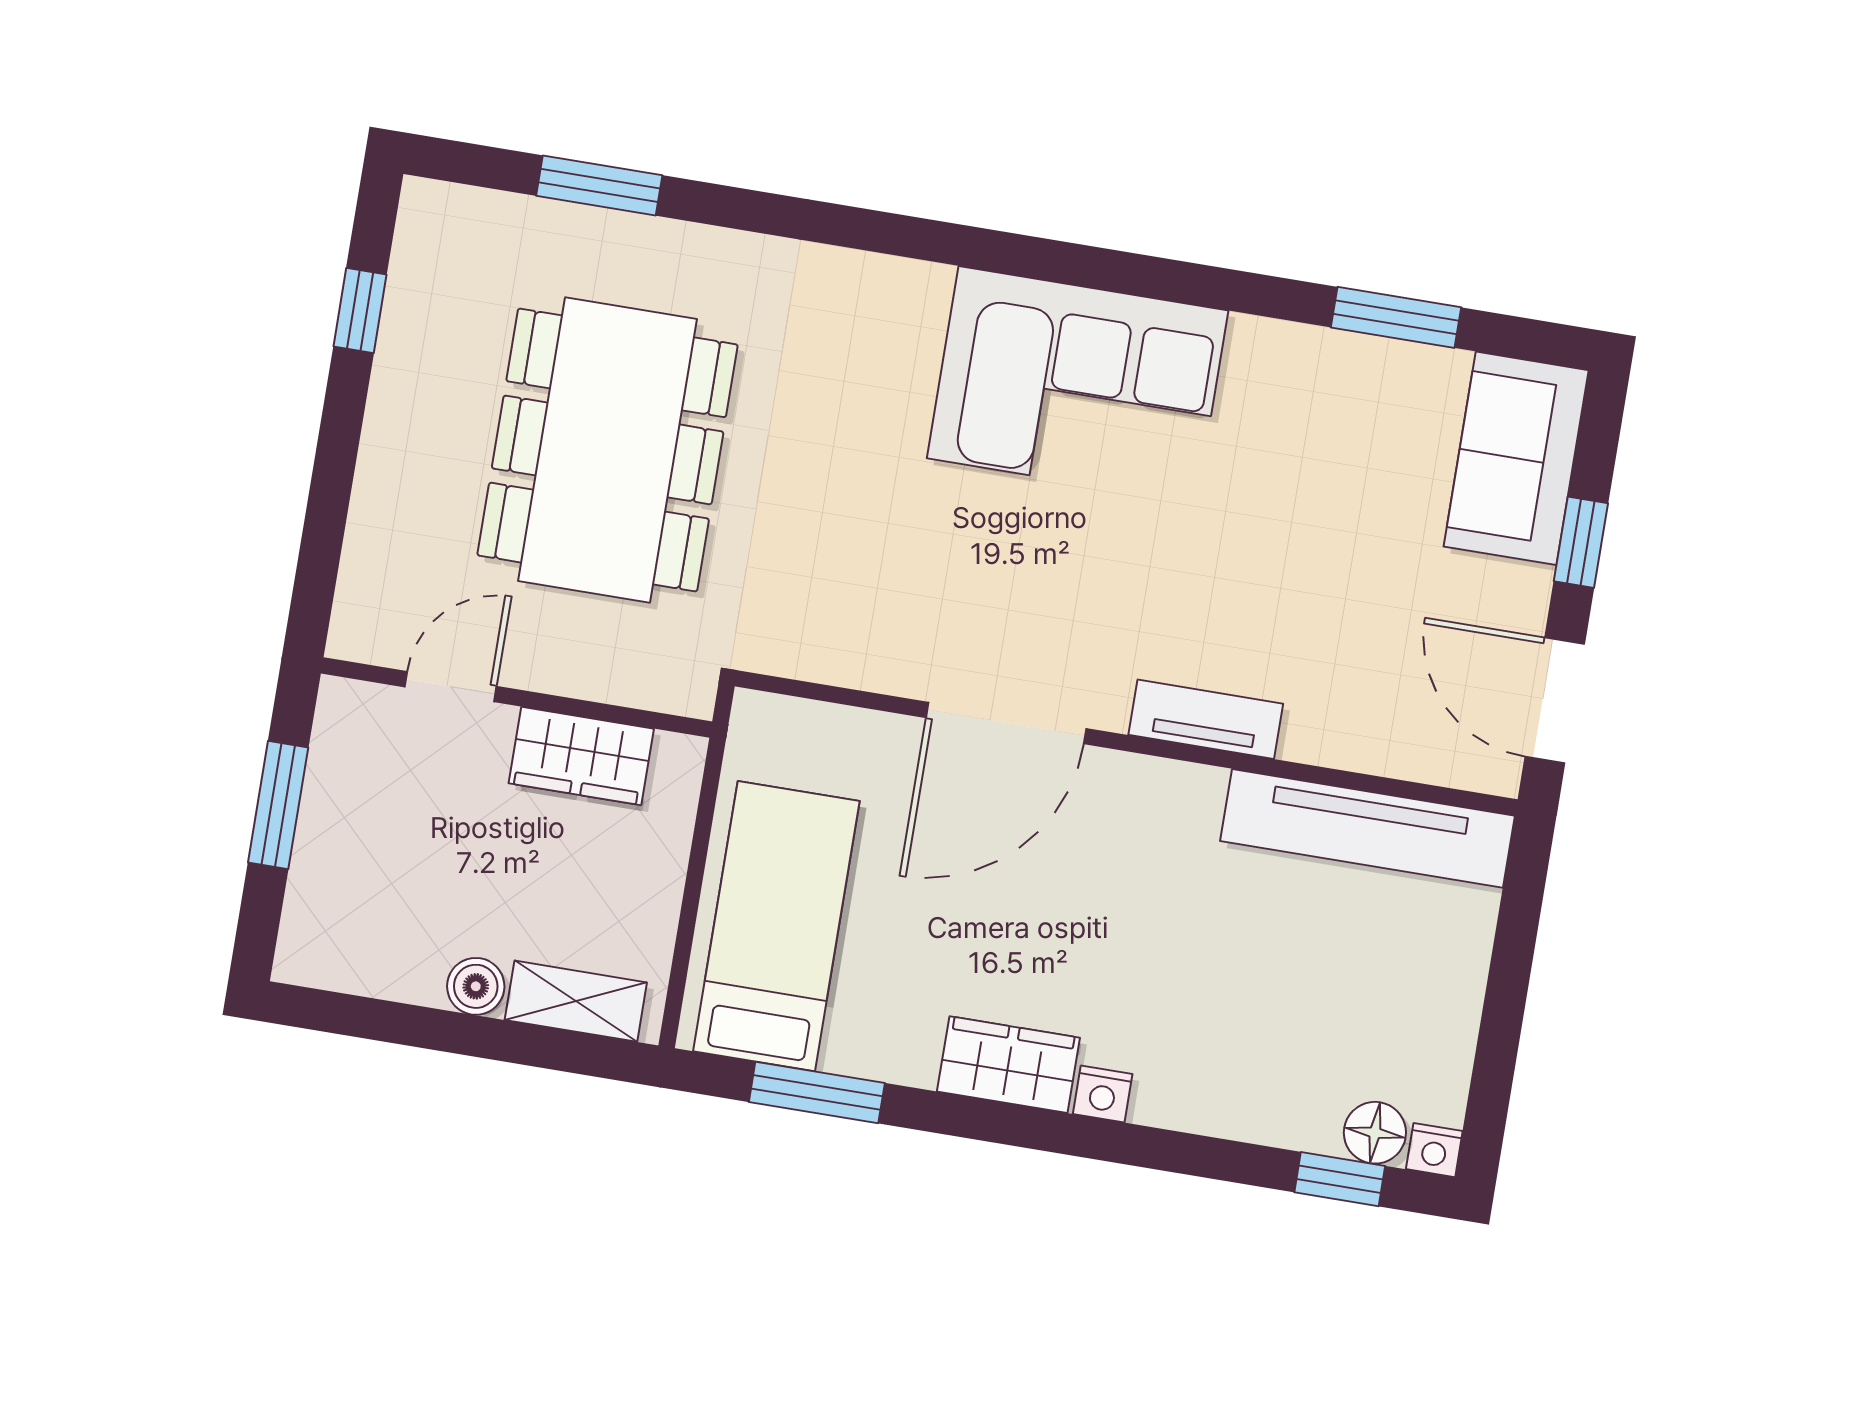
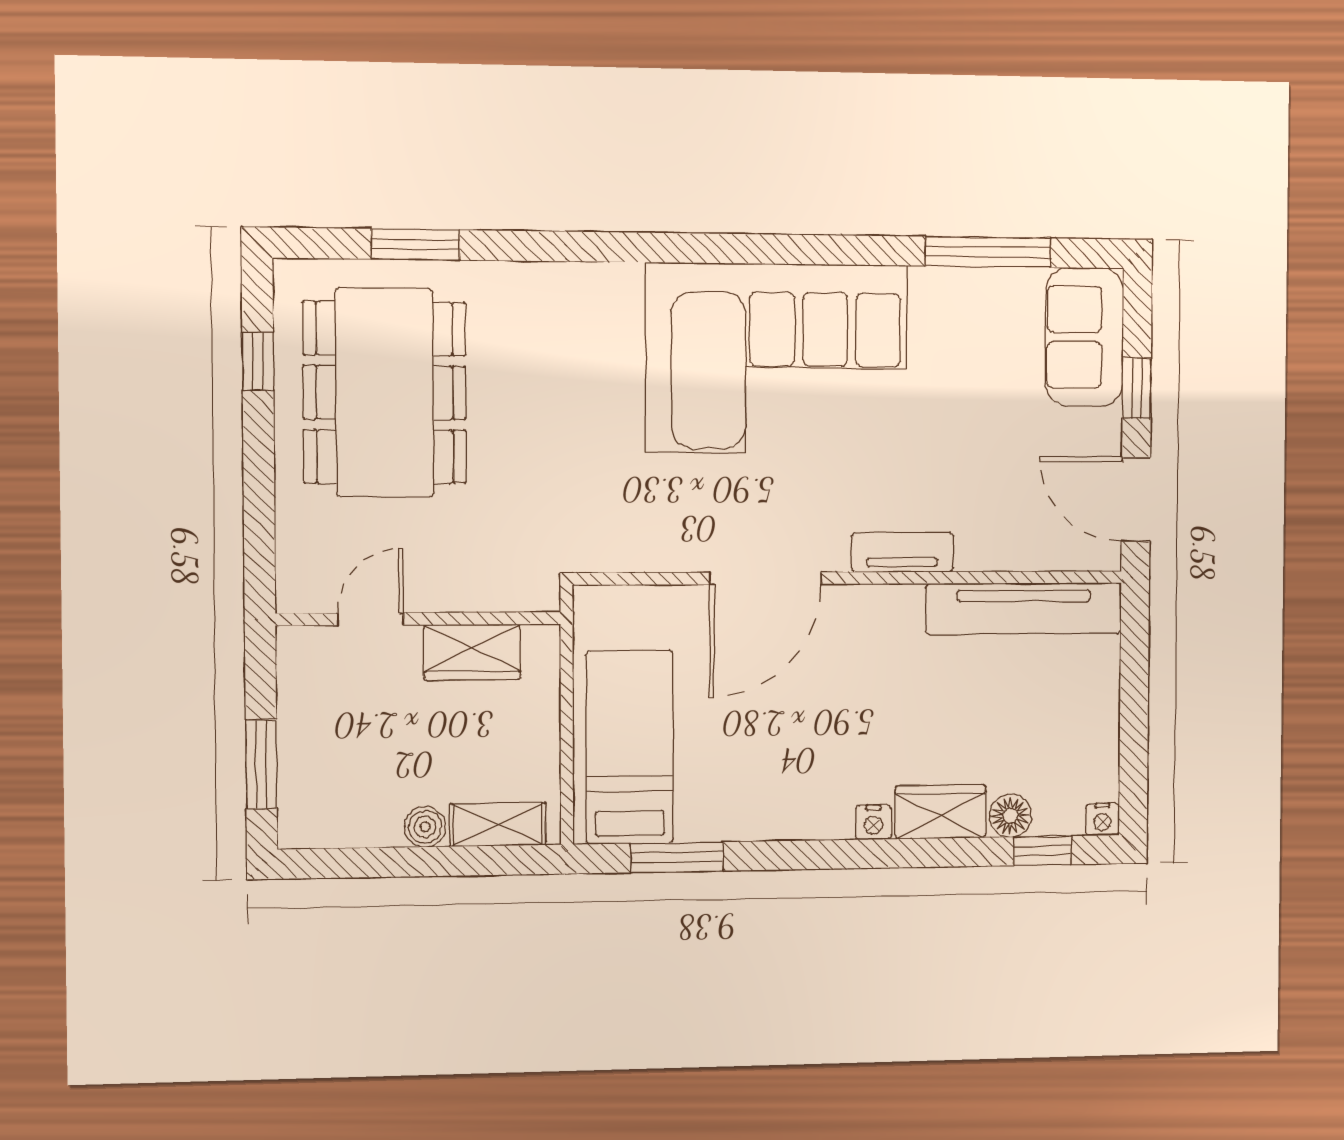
window: (1396, 317) -> (988, 252), width x1.44
corner sofa: (1078, 384) -> (777, 358), width x1.36, depth x1.36
dining table: (608, 450) -> (385, 393), moved
window: (278, 805) -> (261, 764), moved
wardrobe: (1008, 1065) -> (941, 812), moved
floor lamp: (1375, 1133) -> (1010, 816), moved

